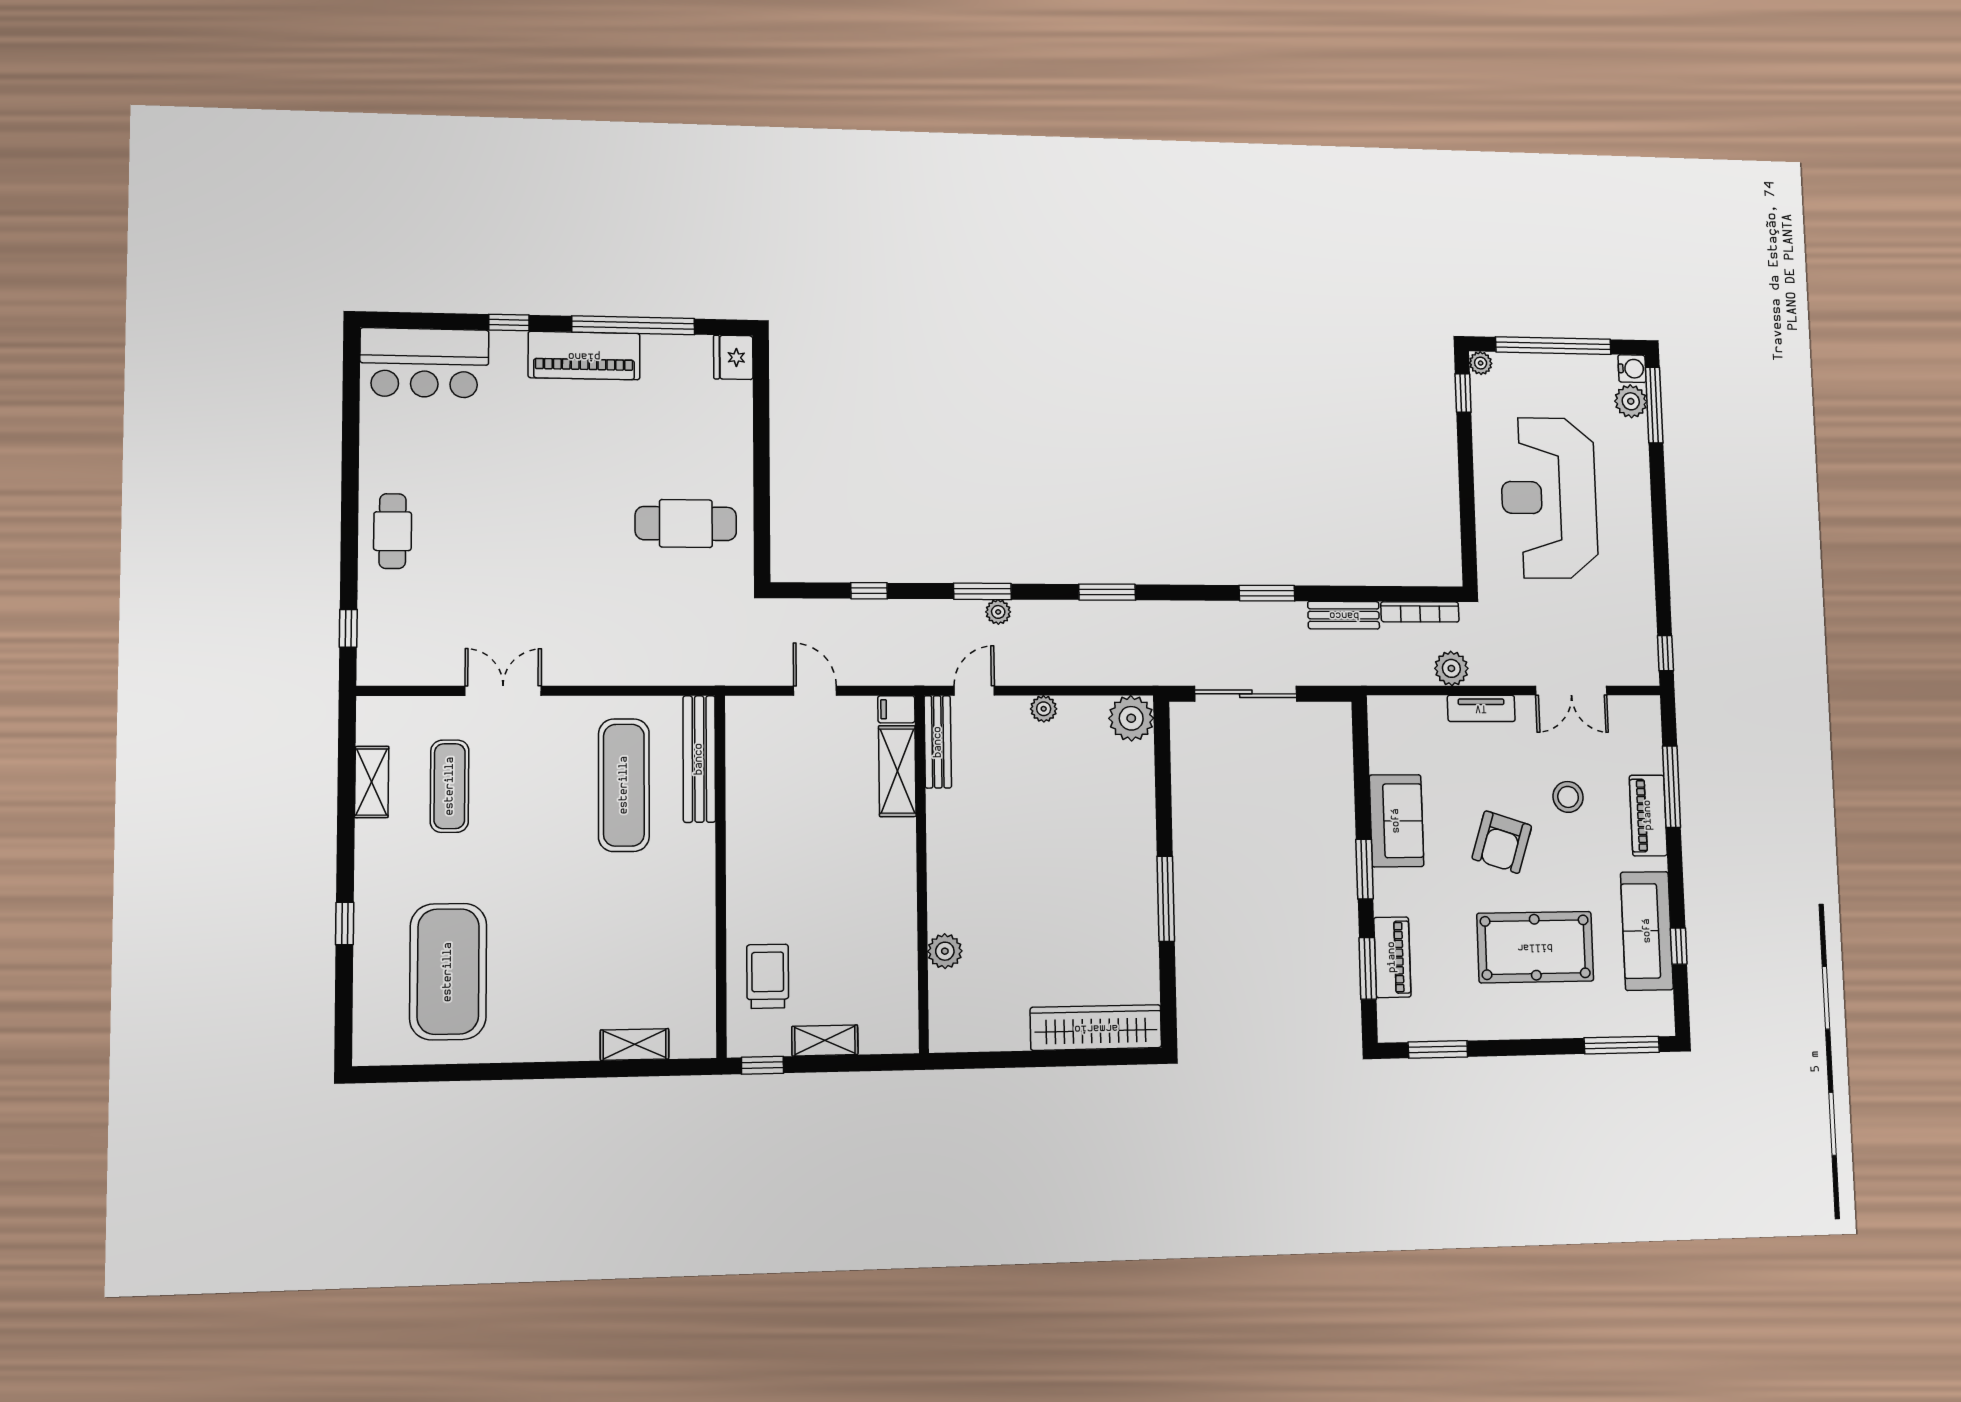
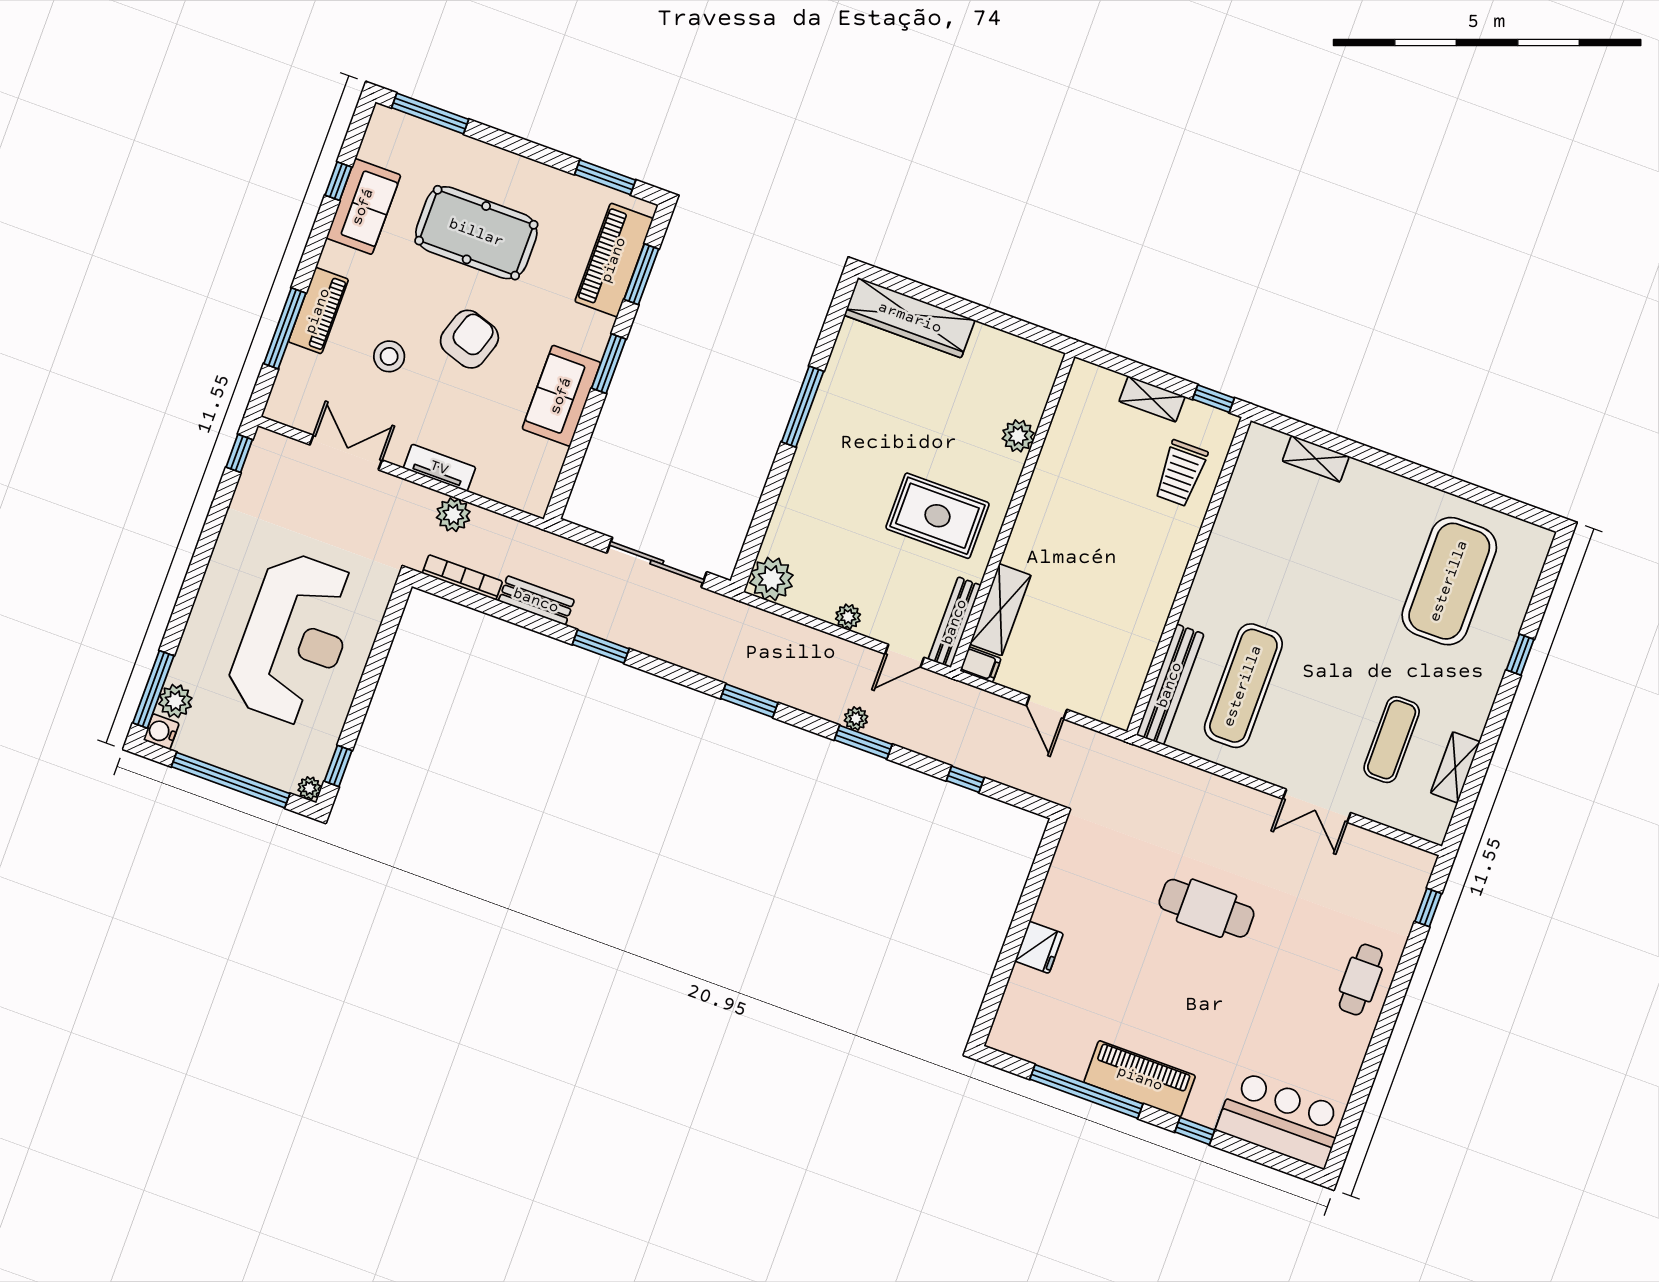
fridge: (733, 357) -> (1039, 947), moved
cafe table: (686, 524) -> (1207, 908), moved
rug: (994, 841) -> (937, 516), added
sofa: (1647, 931) -> (363, 207), width x0.73
piano: (1392, 957) -> (614, 260), width x1.37, depth x1.33

